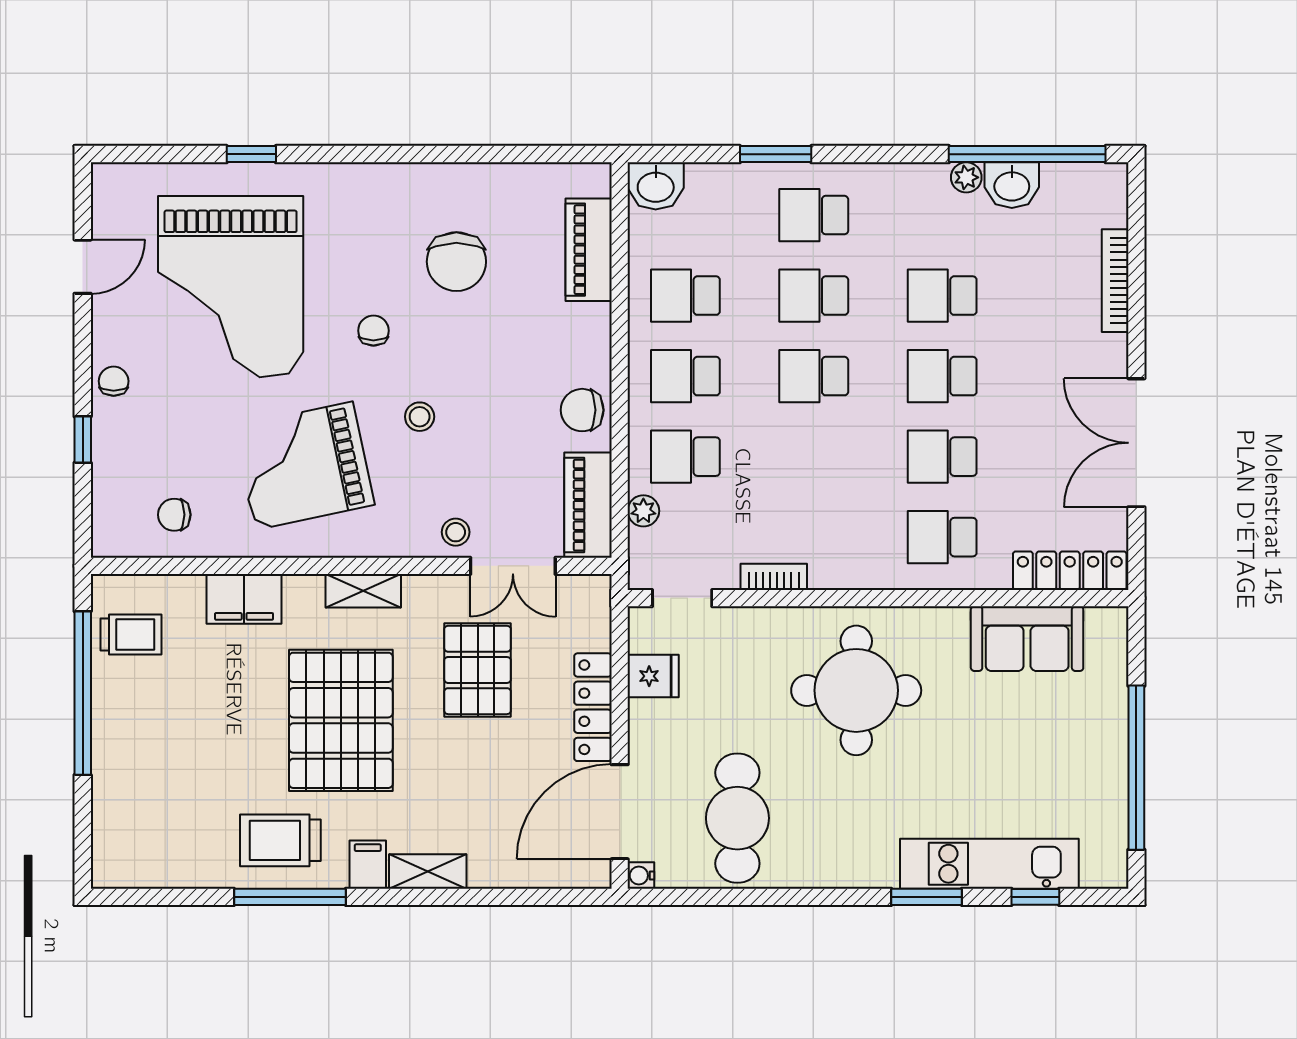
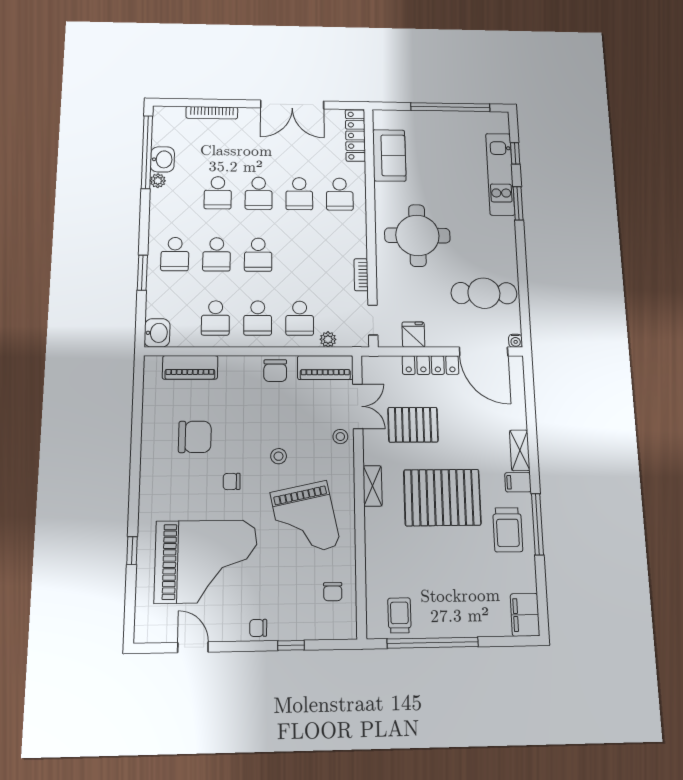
filing cabinet: (244, 599) -> (525, 615), moved, turned 180

